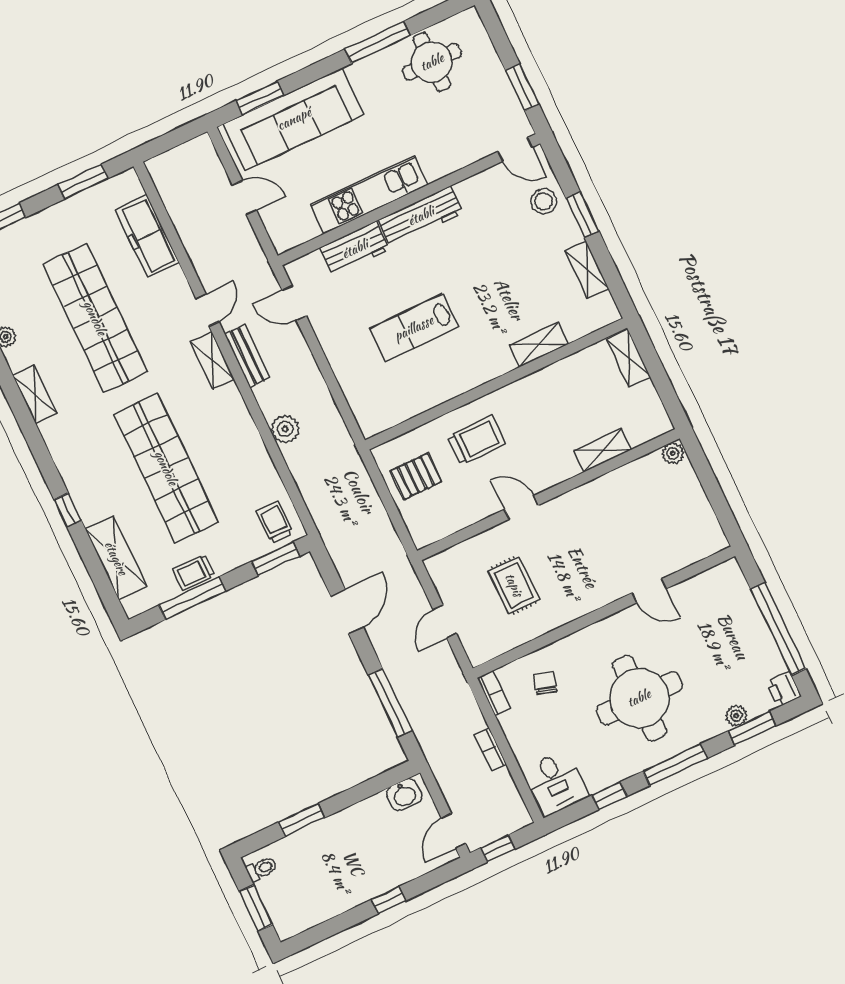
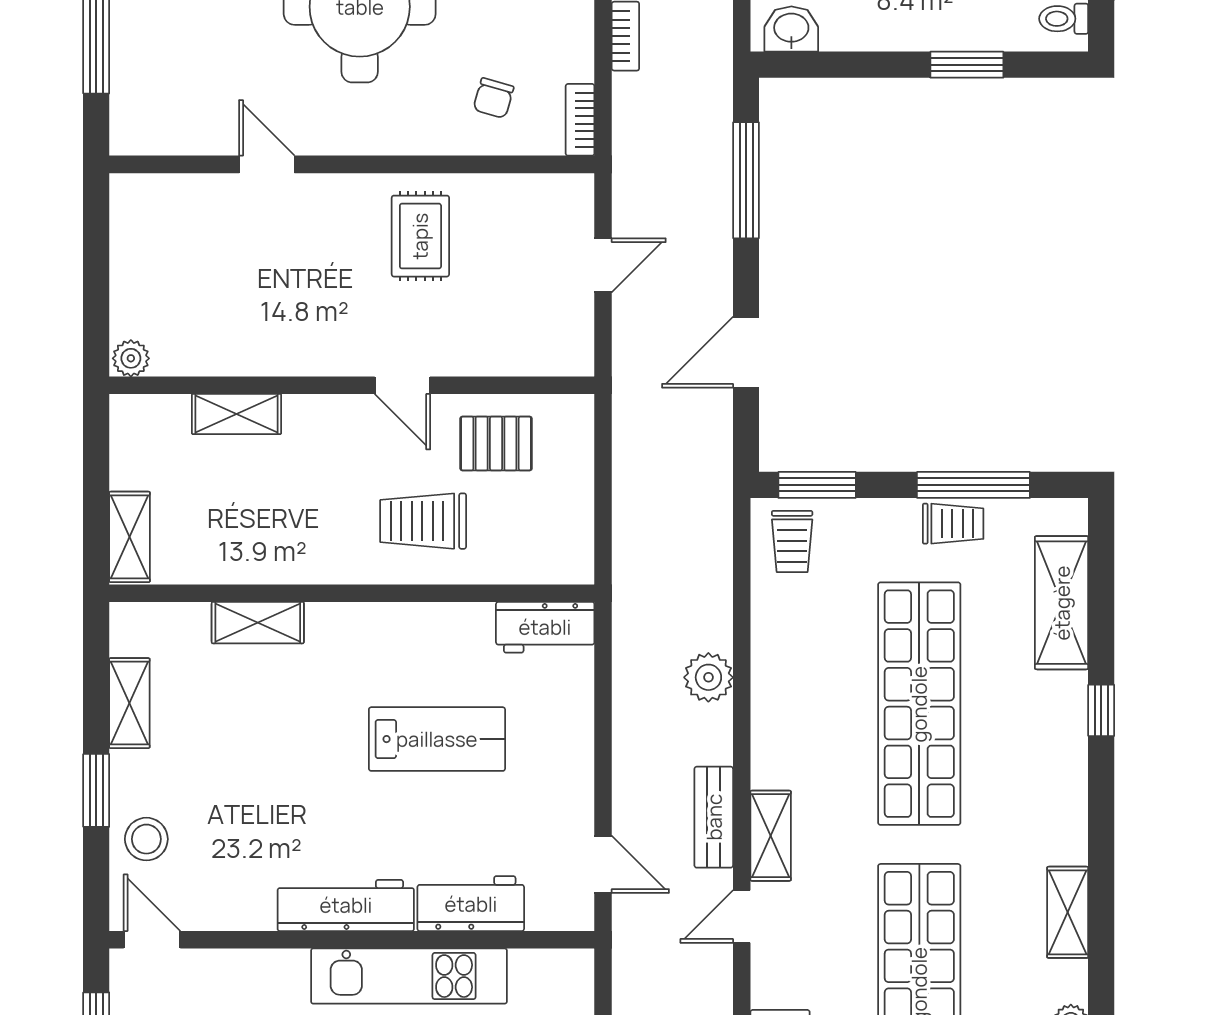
workbench: (385, 414) -> (545, 627), added
pallet: (416, 476) -> (496, 443), moved
rug: (514, 585) -> (420, 236), moved

